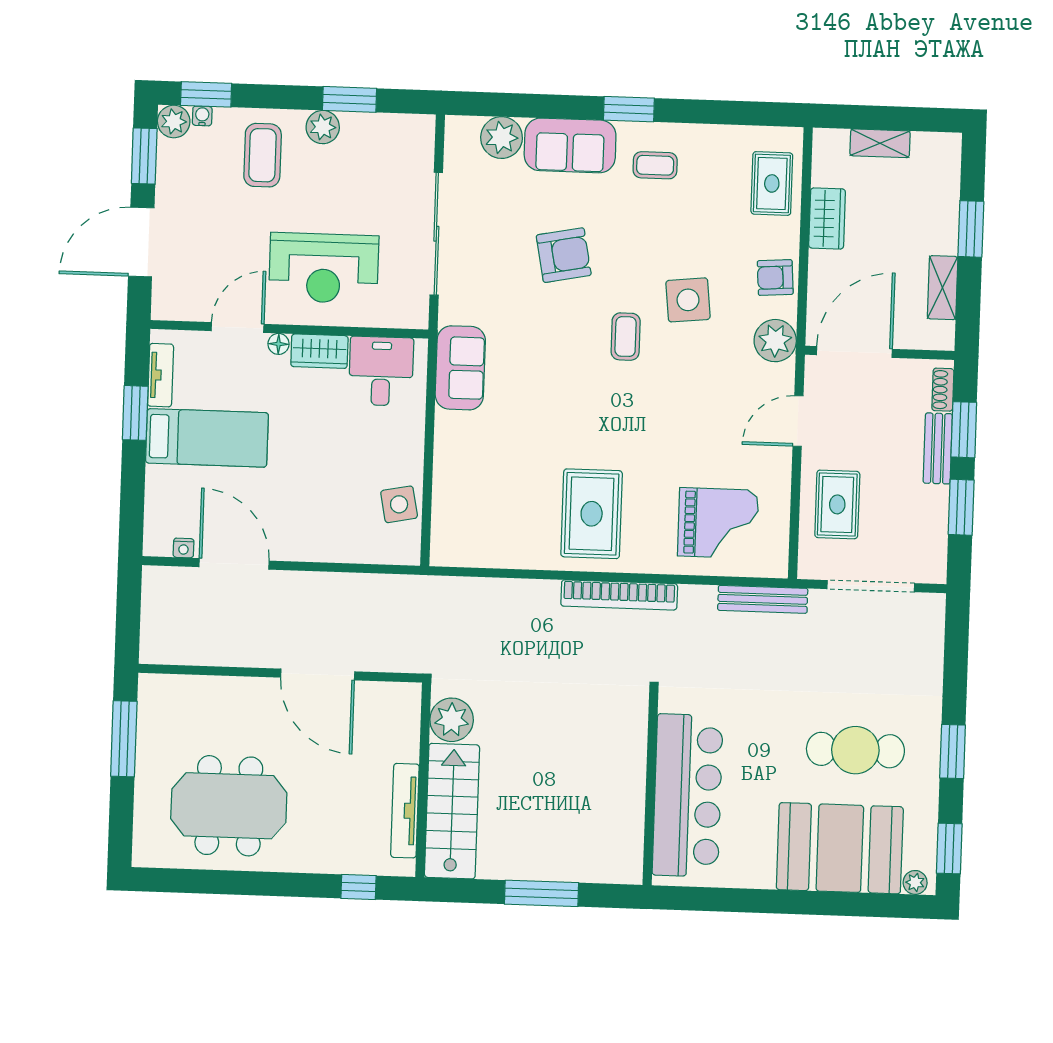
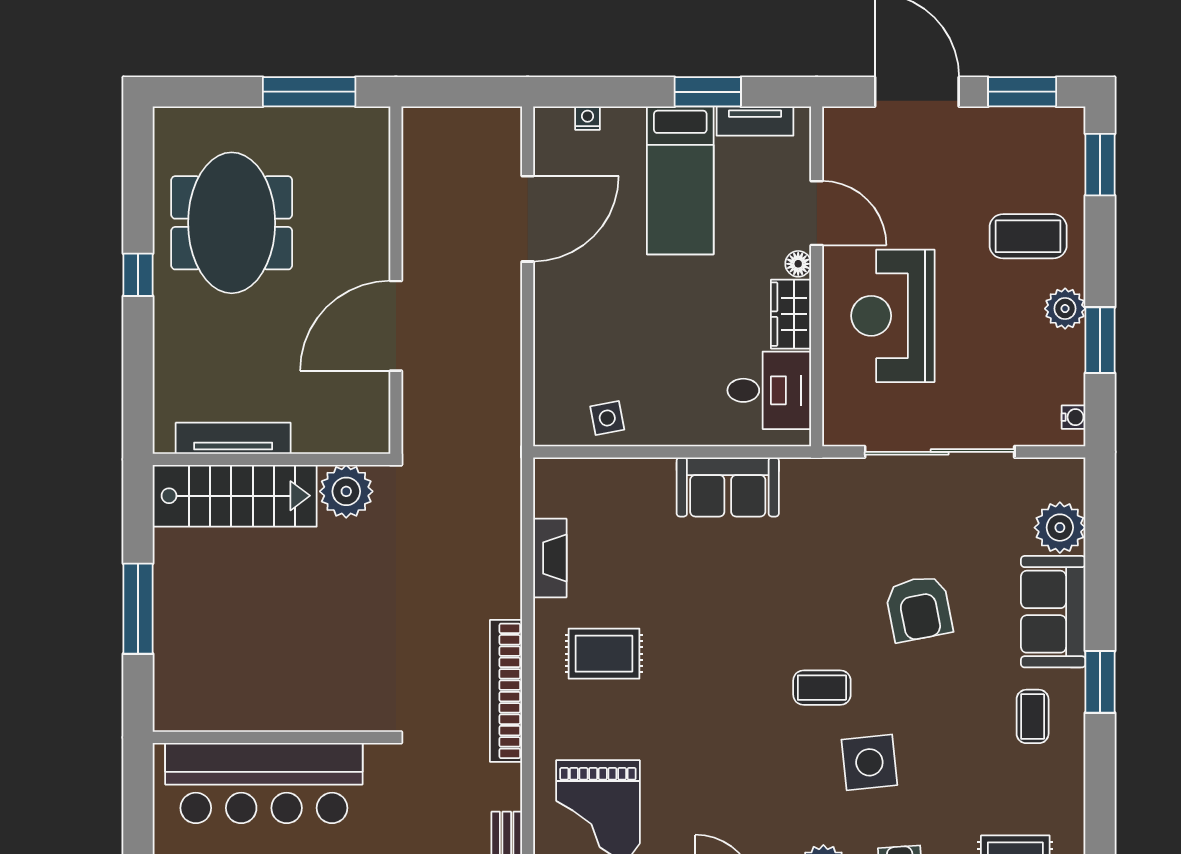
water cooler: (202, 116) -> (1074, 417), moved
plant: (174, 122) -> (1065, 126), removed
sofa: (460, 368) -> (728, 487), moved
side table: (399, 504) -> (607, 418), width x0.73, depth x0.73
rug: (592, 514) -> (604, 654), width x0.73, depth x0.70
nightstand: (184, 548) -> (588, 118), moved, turned 90
fireplace: (512, 555) -> (550, 558), added
window: (358, 887) -> (138, 275), moved

